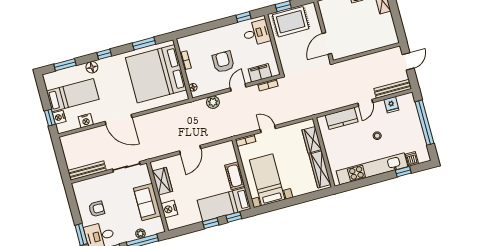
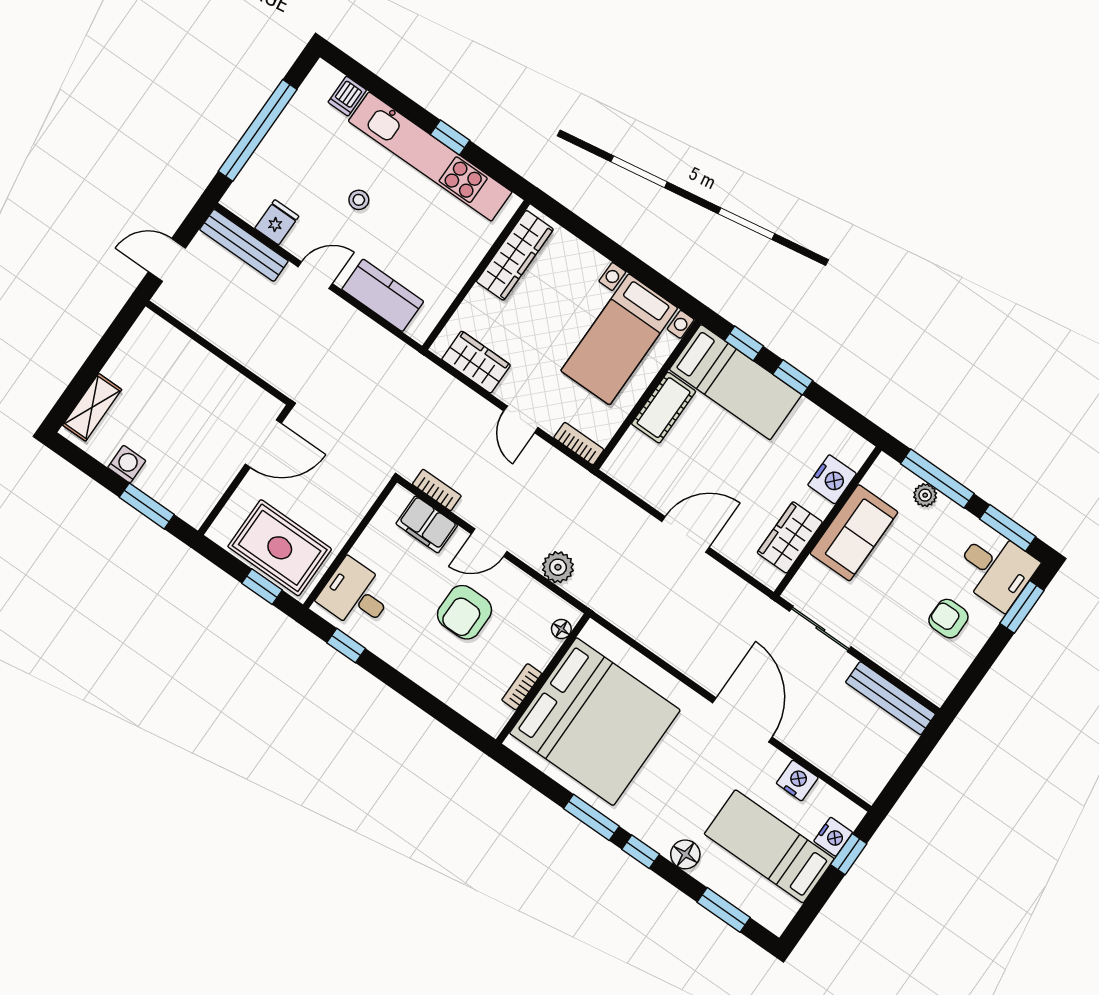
window: (144, 44) -> (591, 817), moved
wardrobe: (312, 140) -> (476, 362), moved, turned -90
window: (403, 172) -> (450, 137), moved

